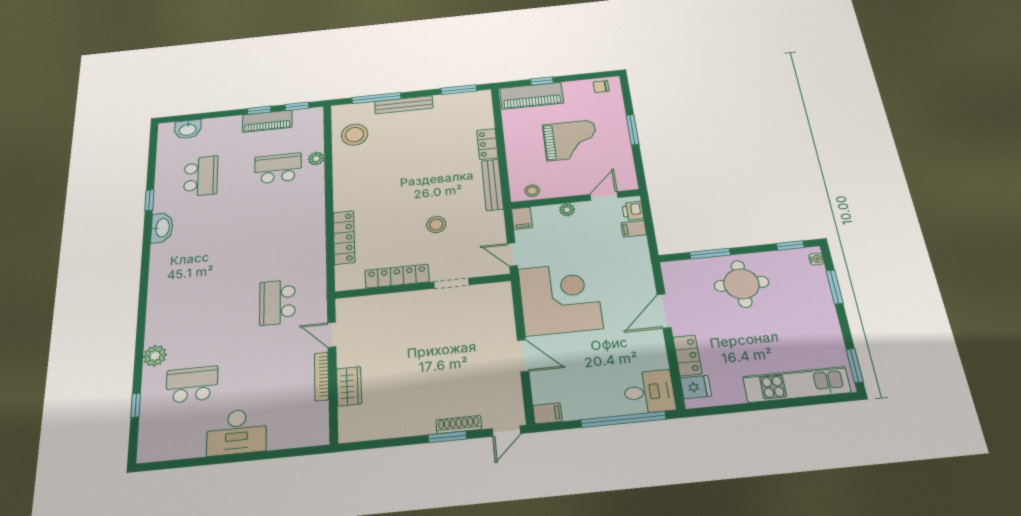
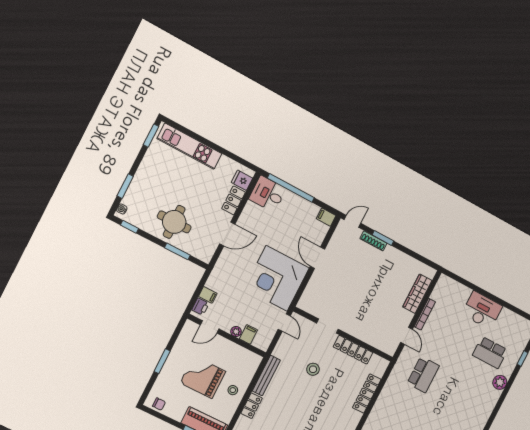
stool: (532, 191) -> (233, 390), moved
filing cabinet: (522, 218) -> (248, 334), moved
wardrobe: (349, 386) -> (417, 294), width x1.50

